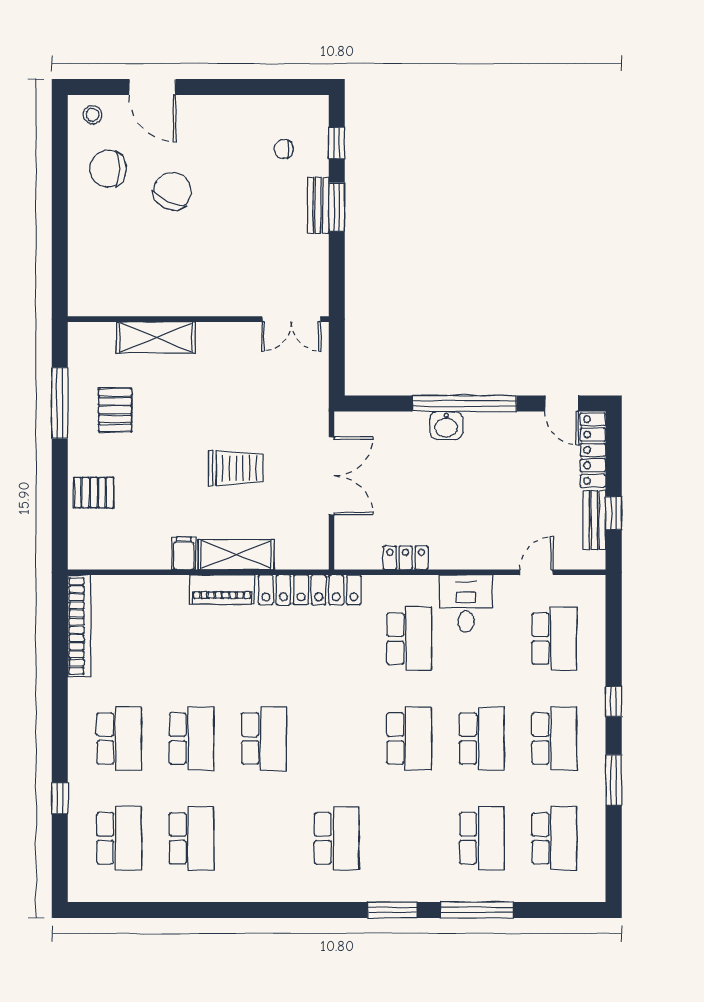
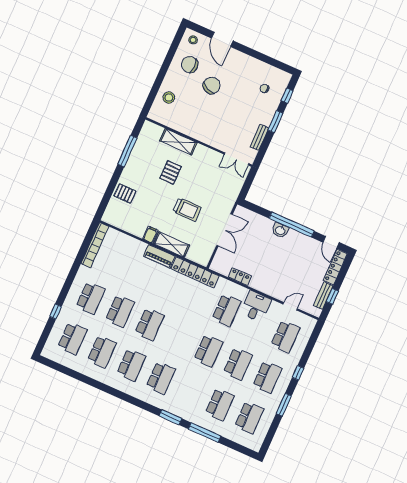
bench: (318, 205) -> (259, 137), moved
stool: (96, 255) -> (169, 98), added
pallet: (115, 410) -> (171, 172), moved
school desk: (264, 838) -> (131, 365), added

